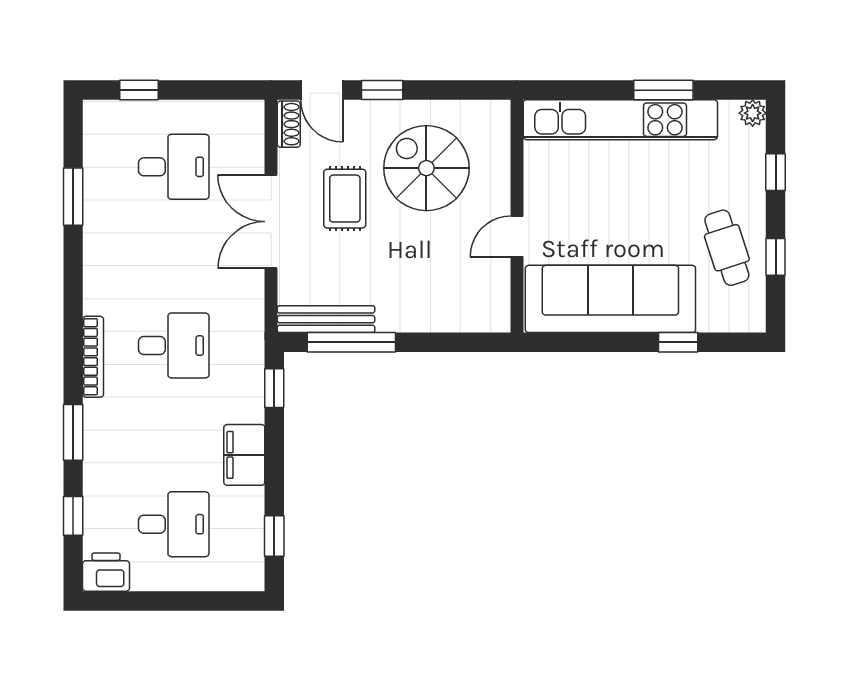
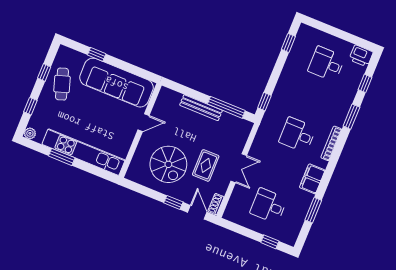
double door: (271, 222) -> (239, 168), width x0.73
bench: (326, 319) -> (201, 108), moved
filing cabinet: (244, 455) -> (312, 179), moved, turned 180

